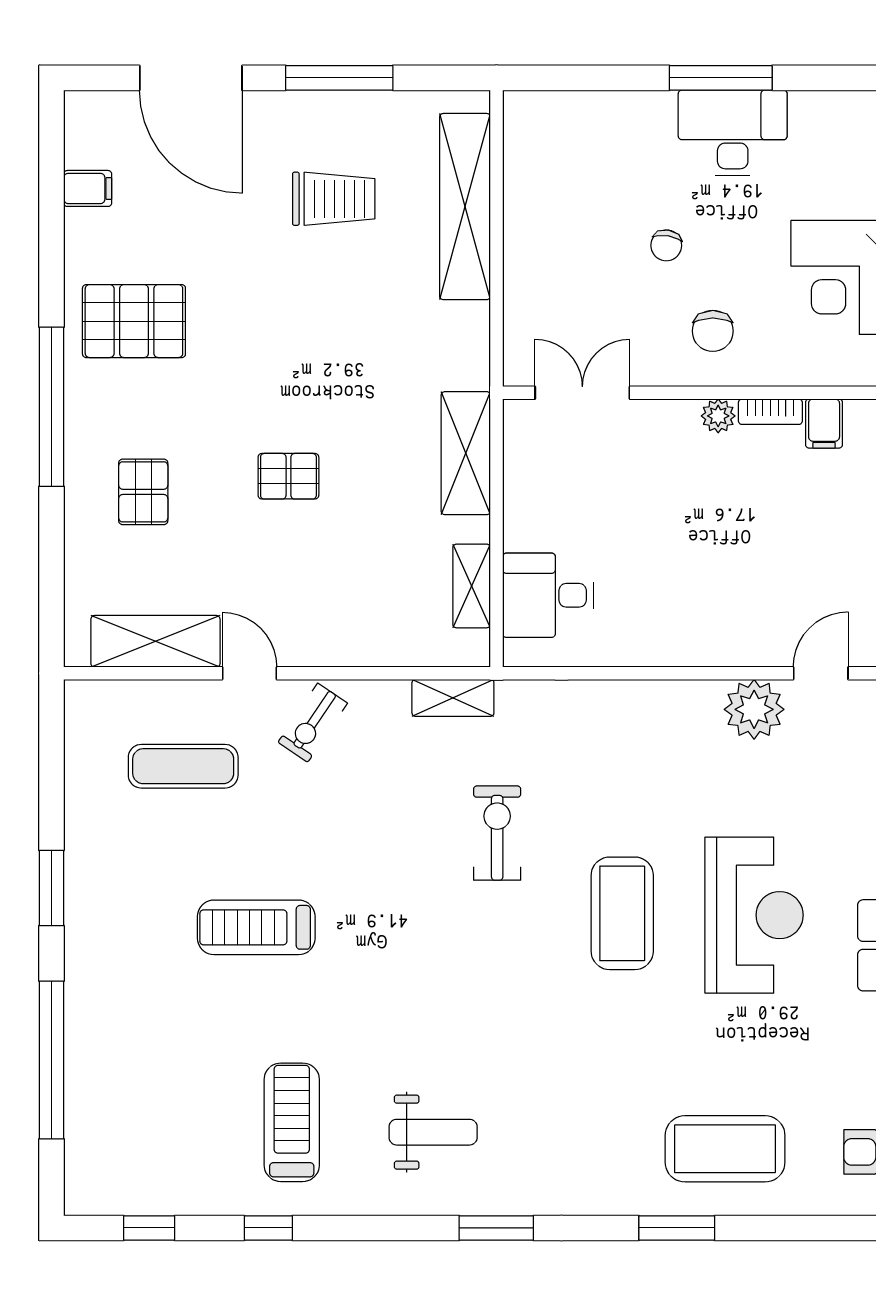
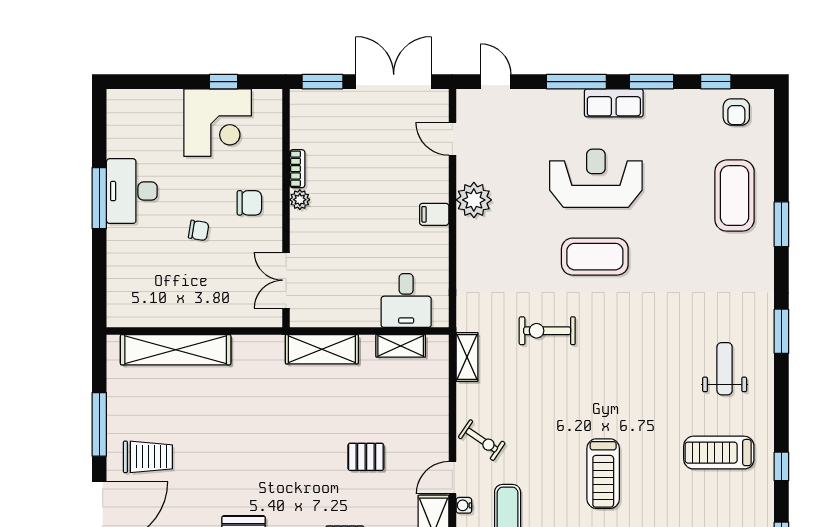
trolley: (334, 199) -> (148, 457), moved, turned 90
filing cabinet: (824, 424) -> (434, 214), moved, turned 180
pallet: (288, 476) -> (366, 457), moved, turned 90
water cooler: (203, 693) -> (464, 505), added
plant: (754, 709) -> (474, 200), moved

